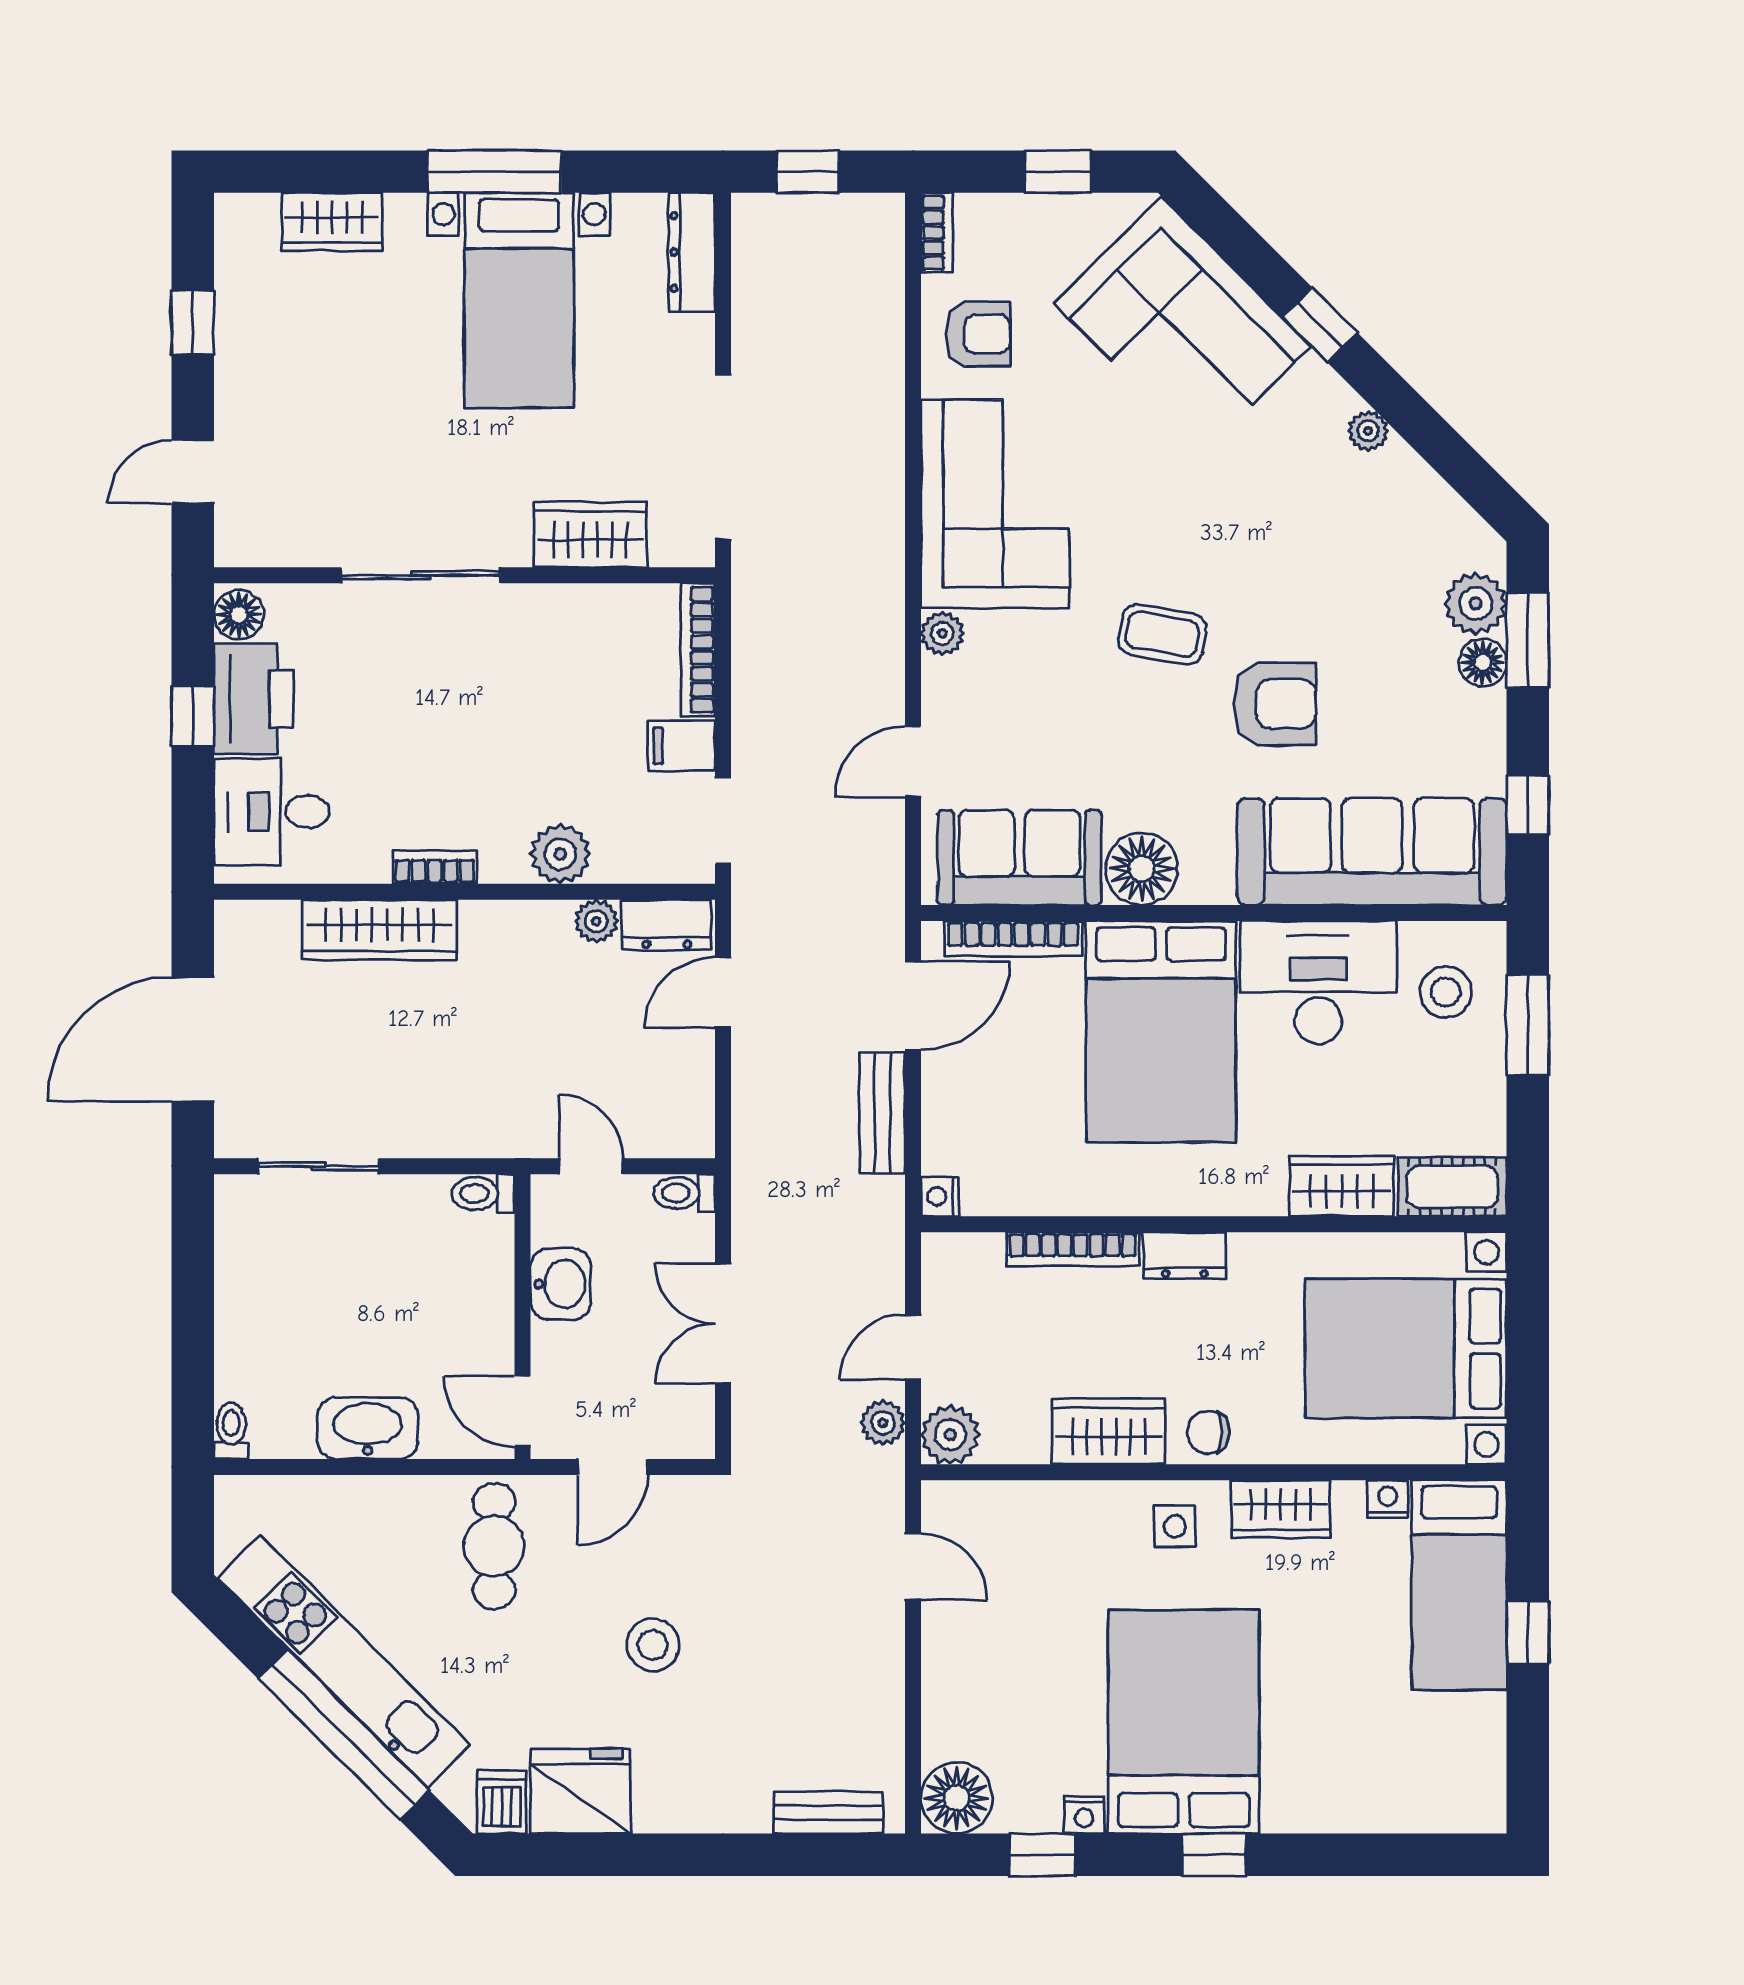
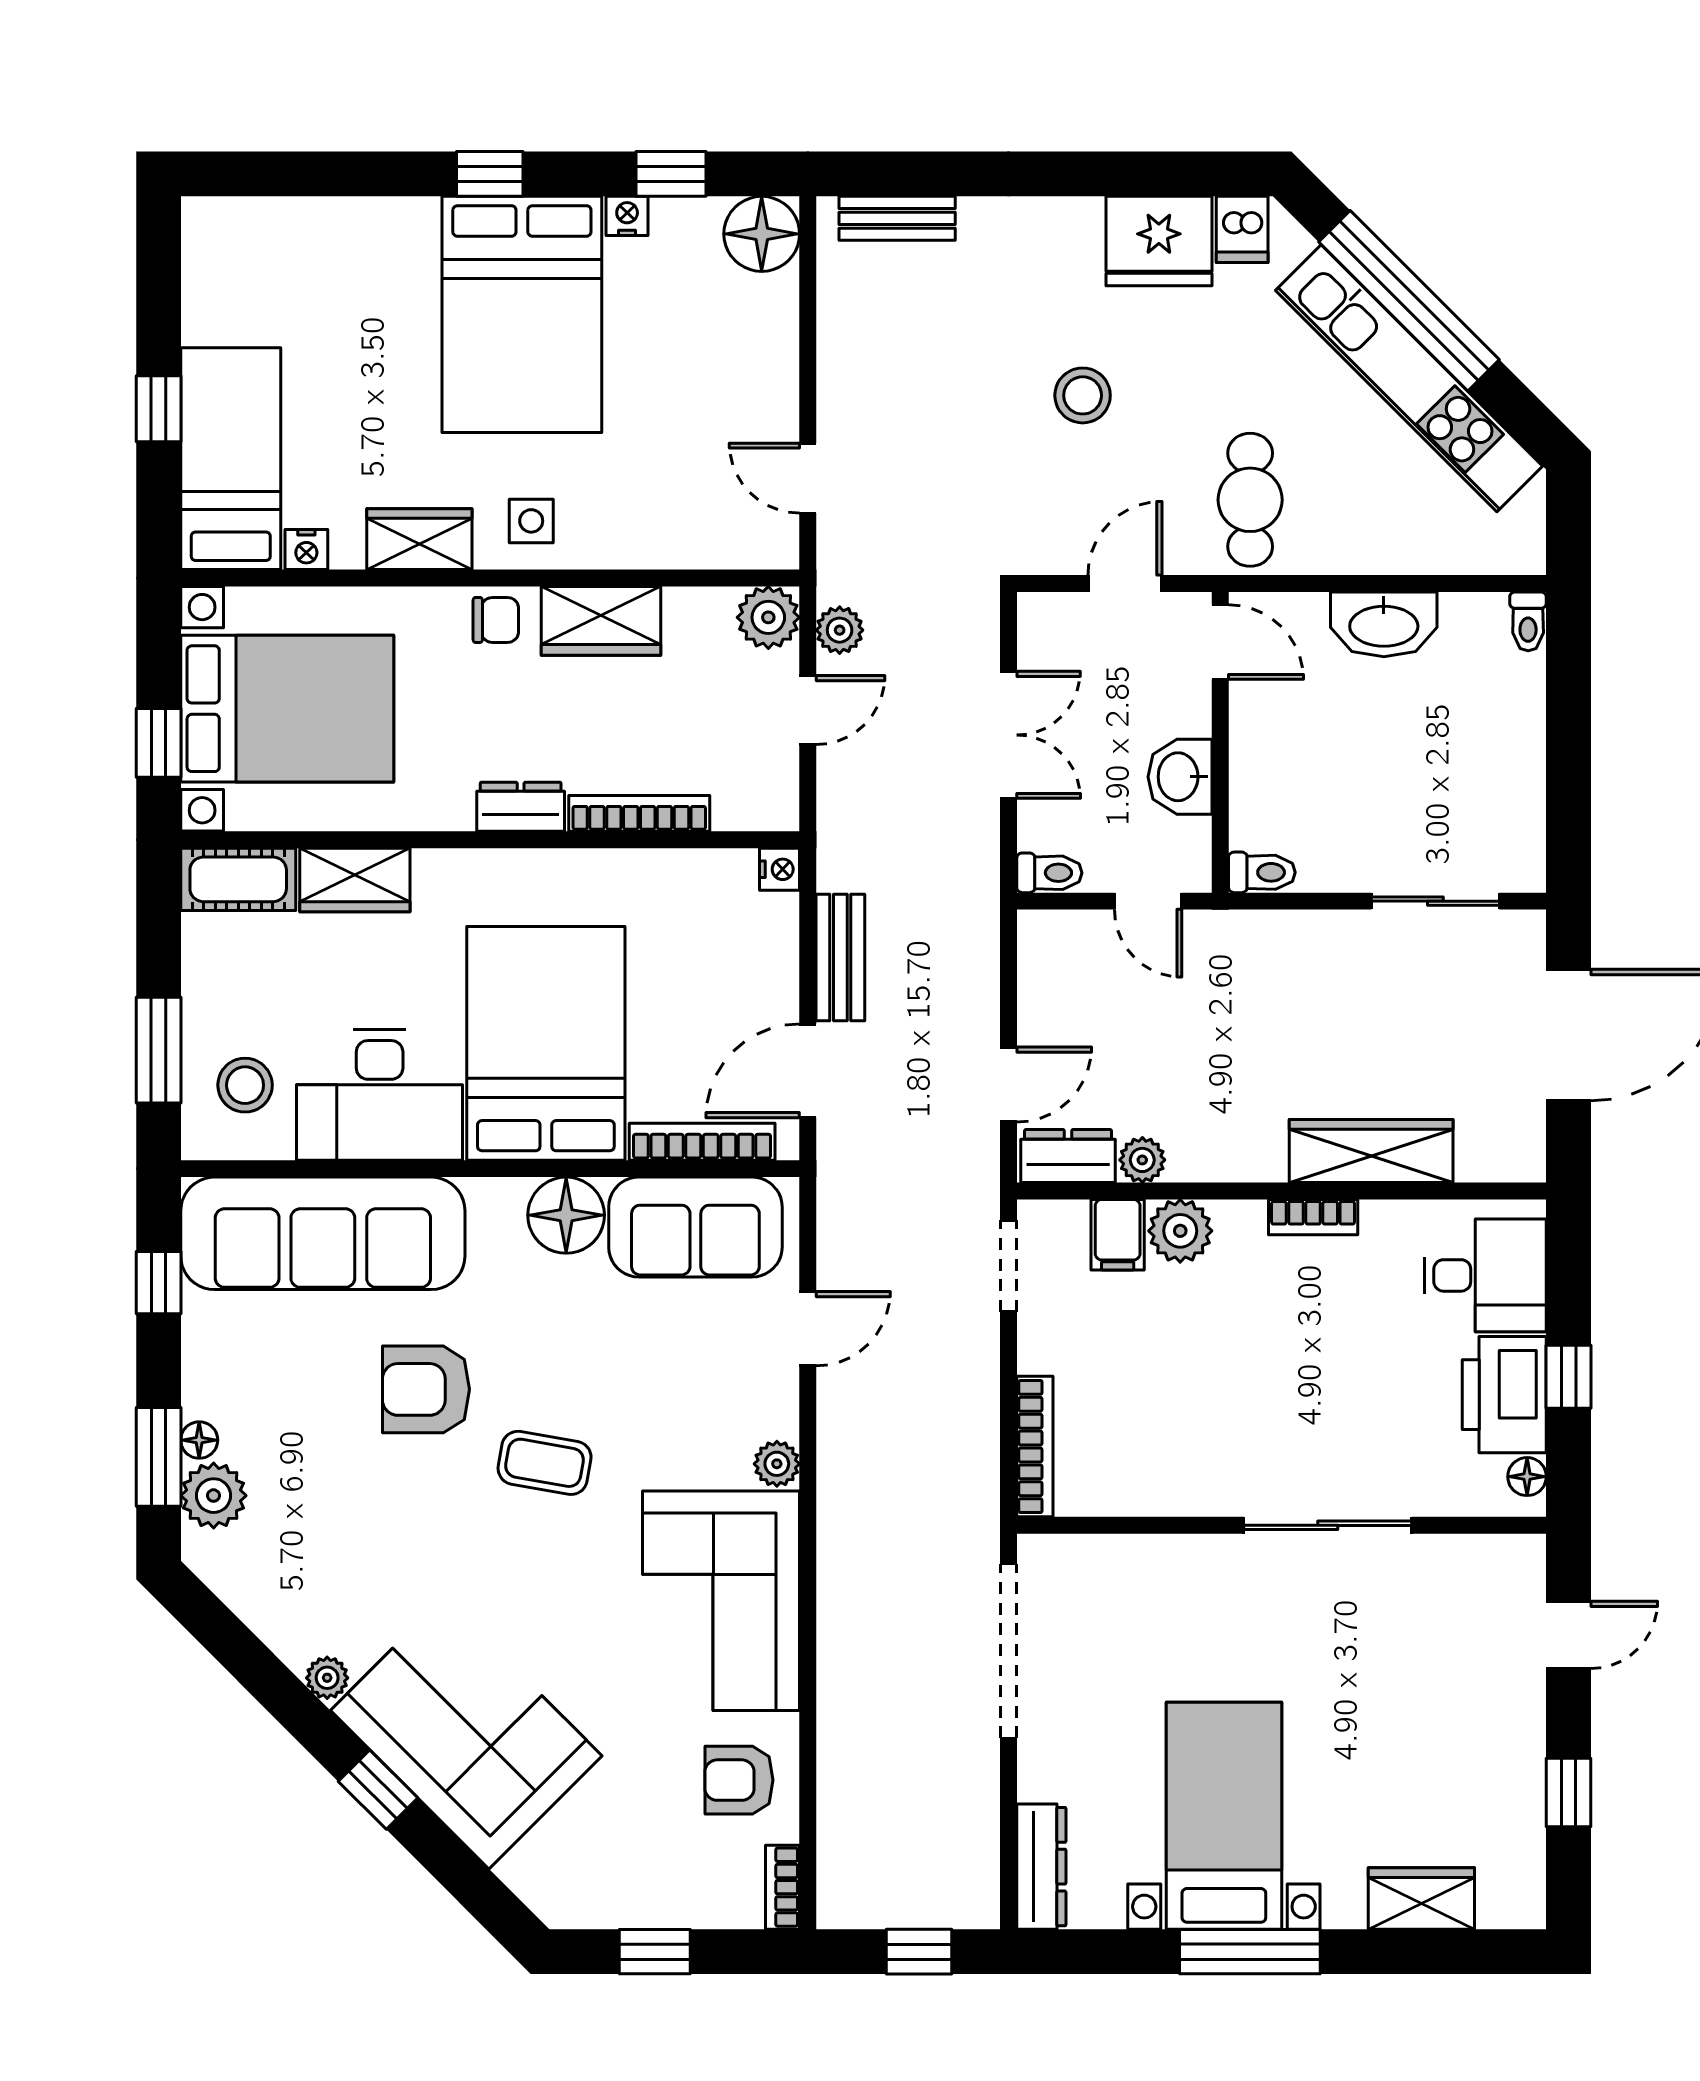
corner sofa: (1183, 325) -> (466, 1733), moved
wardrobe: (590, 535) -> (1149, 1568), removed
floor lamp: (239, 615) -> (1527, 1477), width x0.73, depth x0.73
floor lamp: (1483, 662) -> (199, 1440), width x0.73, depth x0.73
filing cabinet: (682, 746) -> (1118, 1235), moved, turned 90
window: (1528, 1316) -> (159, 743), added

